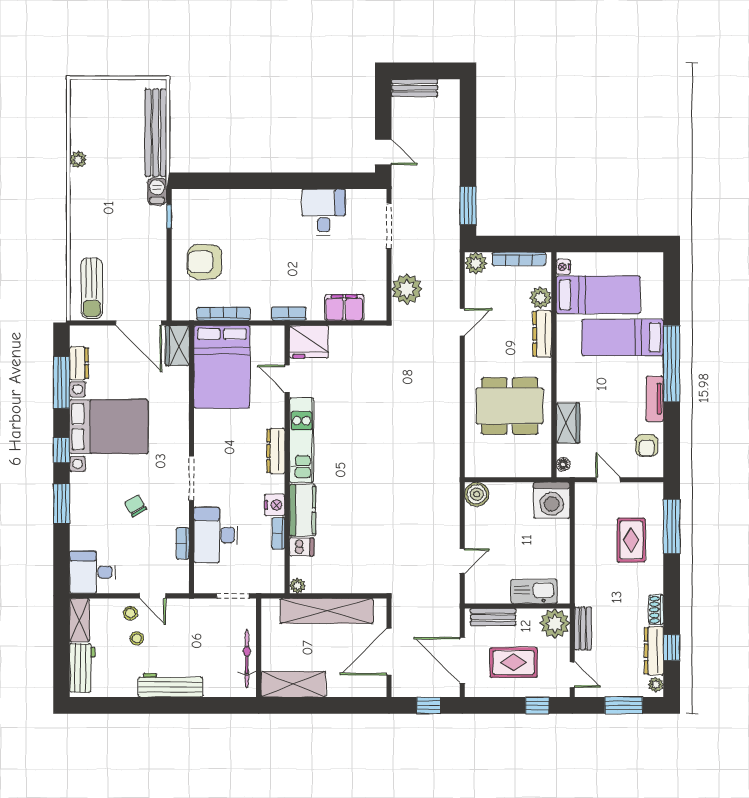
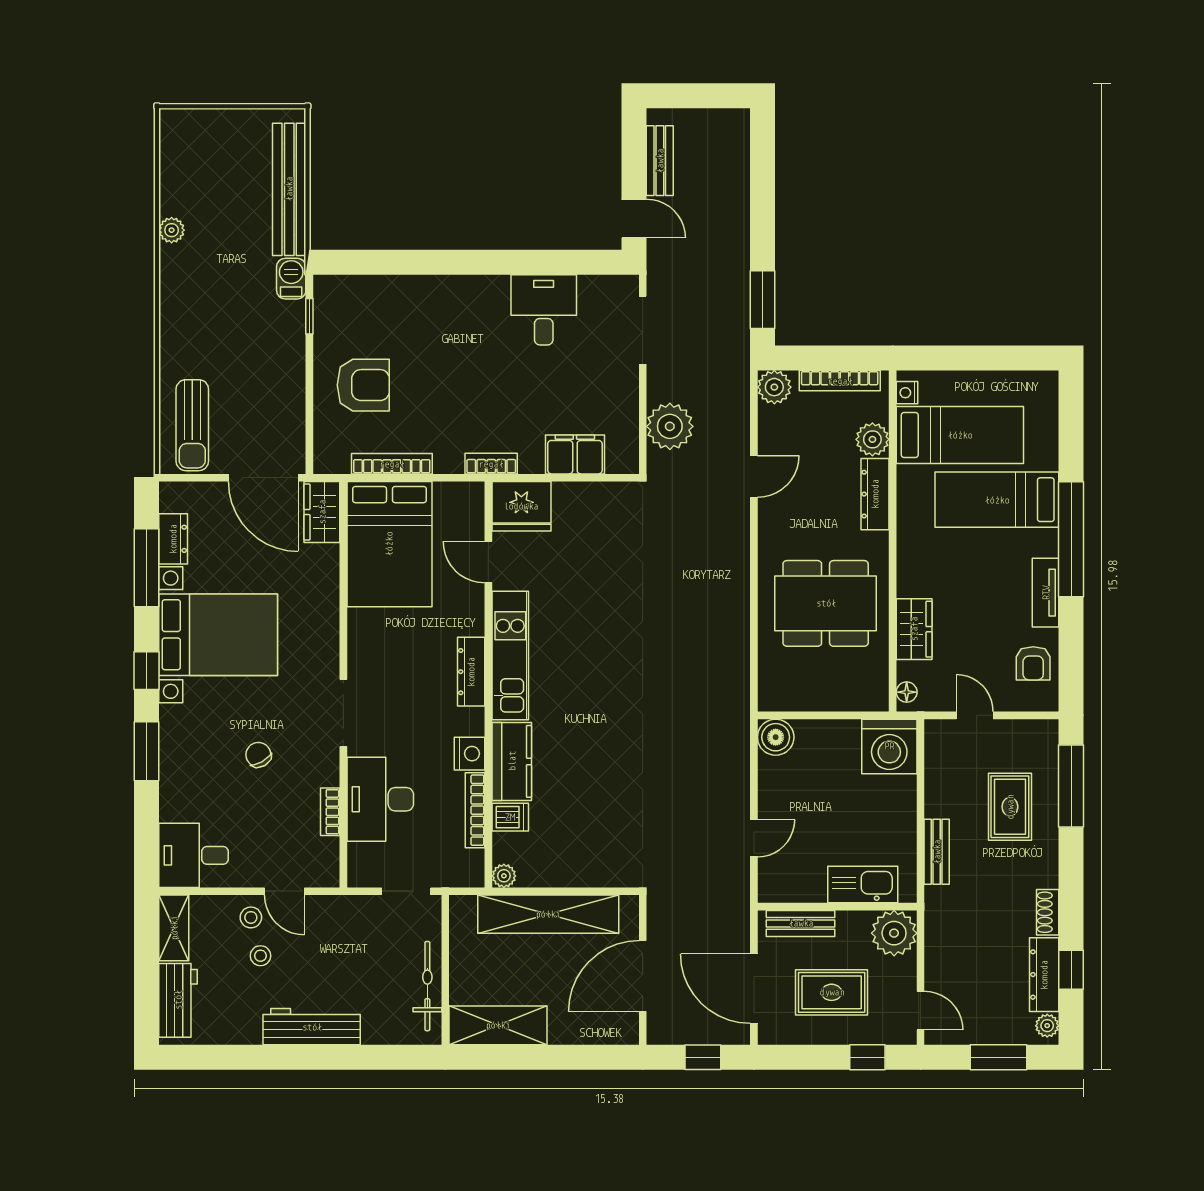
bench: (415, 88) -> (660, 161), moved, turned 90
armchair: (205, 262) -> (363, 385), turned 180
bookcase: (278, 533) -> (475, 810), width x1.56
bench: (583, 629) -> (937, 852), moved

